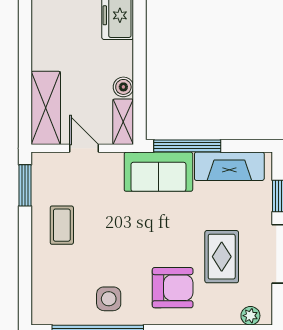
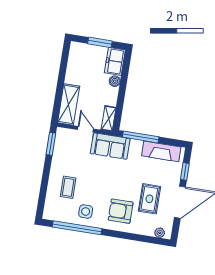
boiler: (123, 87) -> (115, 81), moved
sofa: (158, 172) -> (110, 146), moved
coffee table: (62, 225) -> (68, 187), moved
armchair: (173, 288) -> (121, 211), turned 180

